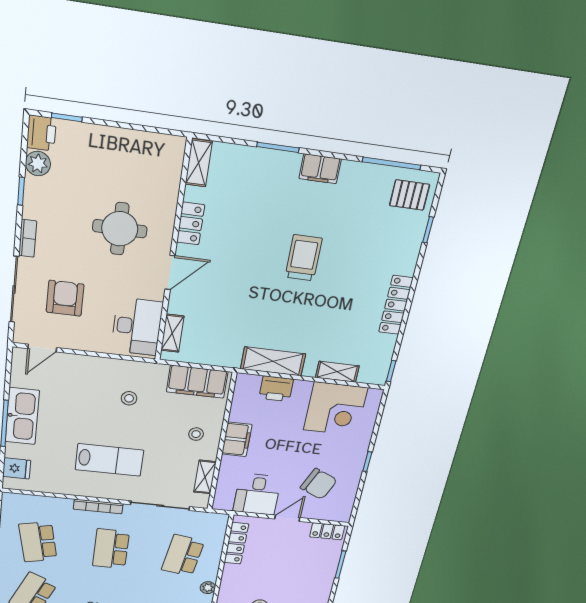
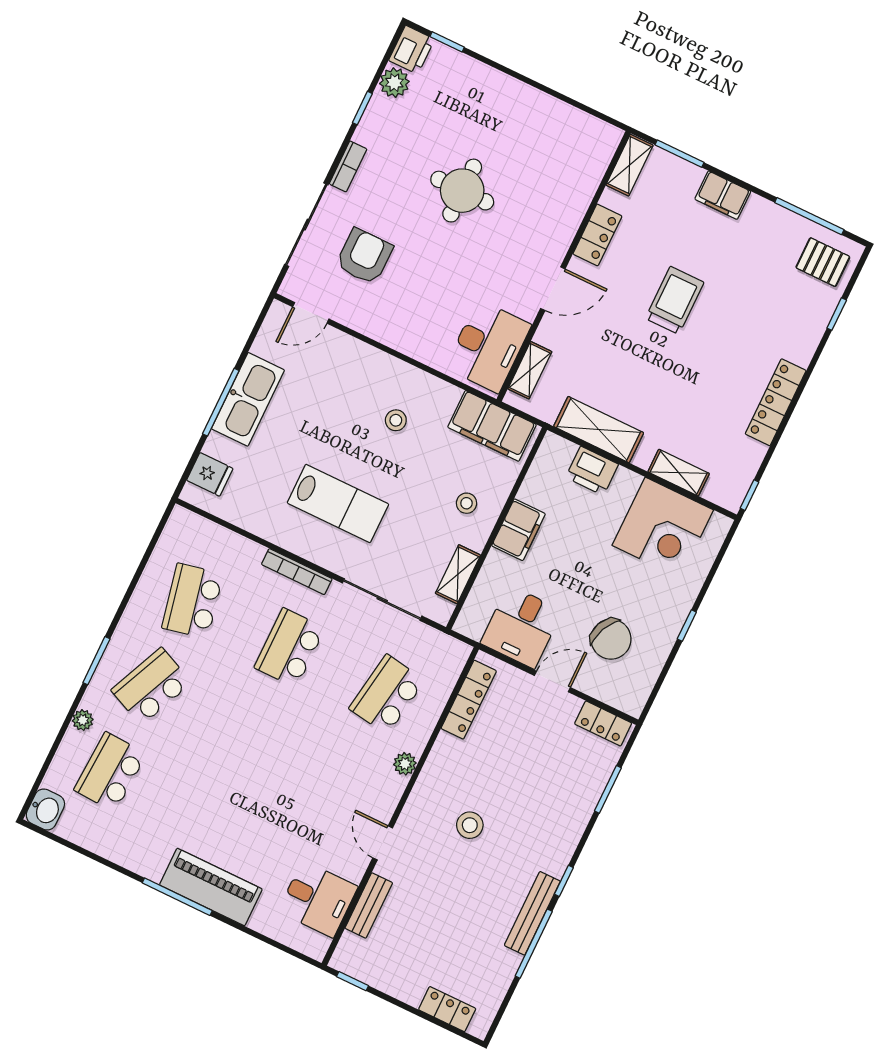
shelving: (199, 163) -> (630, 165), moved
locker: (191, 223) -> (597, 235), moved
wall: (173, 254) -> (564, 266), moved
door: (170, 273) -> (553, 289), moved
desk: (137, 327) -> (488, 346), moved
shelving: (172, 333) -> (530, 370), moved

